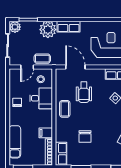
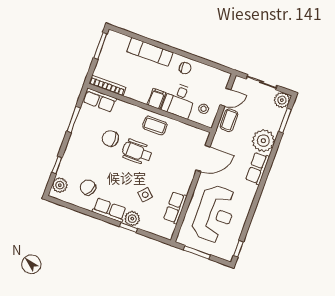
door: (27, 67) -> (225, 97), swing flipped
wheelchair: (84, 92) -> (137, 152), moved
filing cabinet: (46, 133) -> (156, 99), moved
exam couch: (15, 142) -> (150, 52), moved

